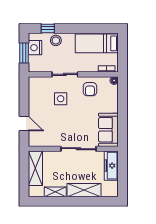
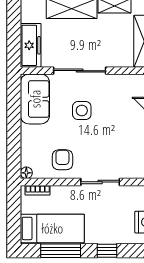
window: (48, 28) -> (107, 251), moved
window: (91, 28) -> (61, 251), added
stool: (56, 40) -> (114, 233), removed
side table: (61, 99) -> (82, 111), moved

